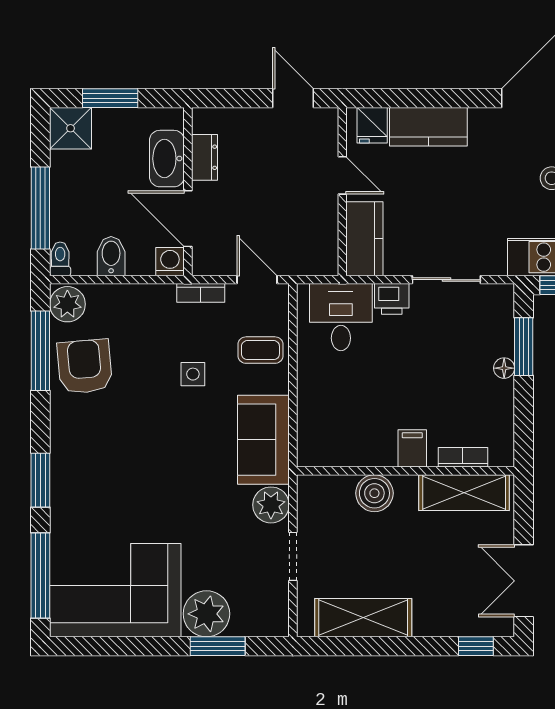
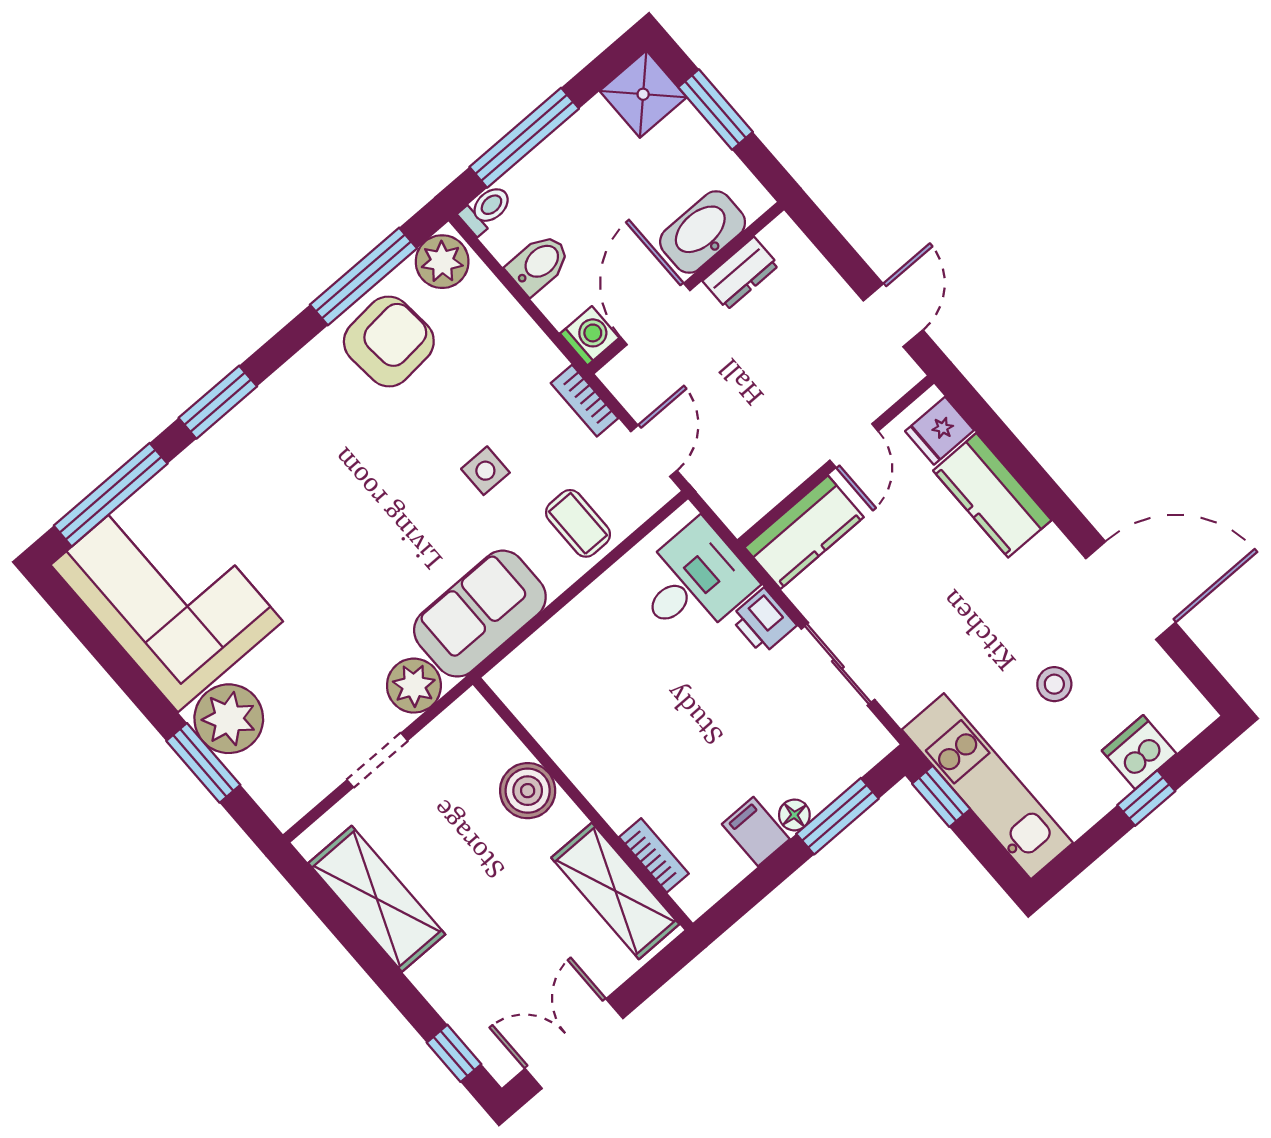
filing cabinet: (412, 448) -> (756, 832), moved, turned -90

